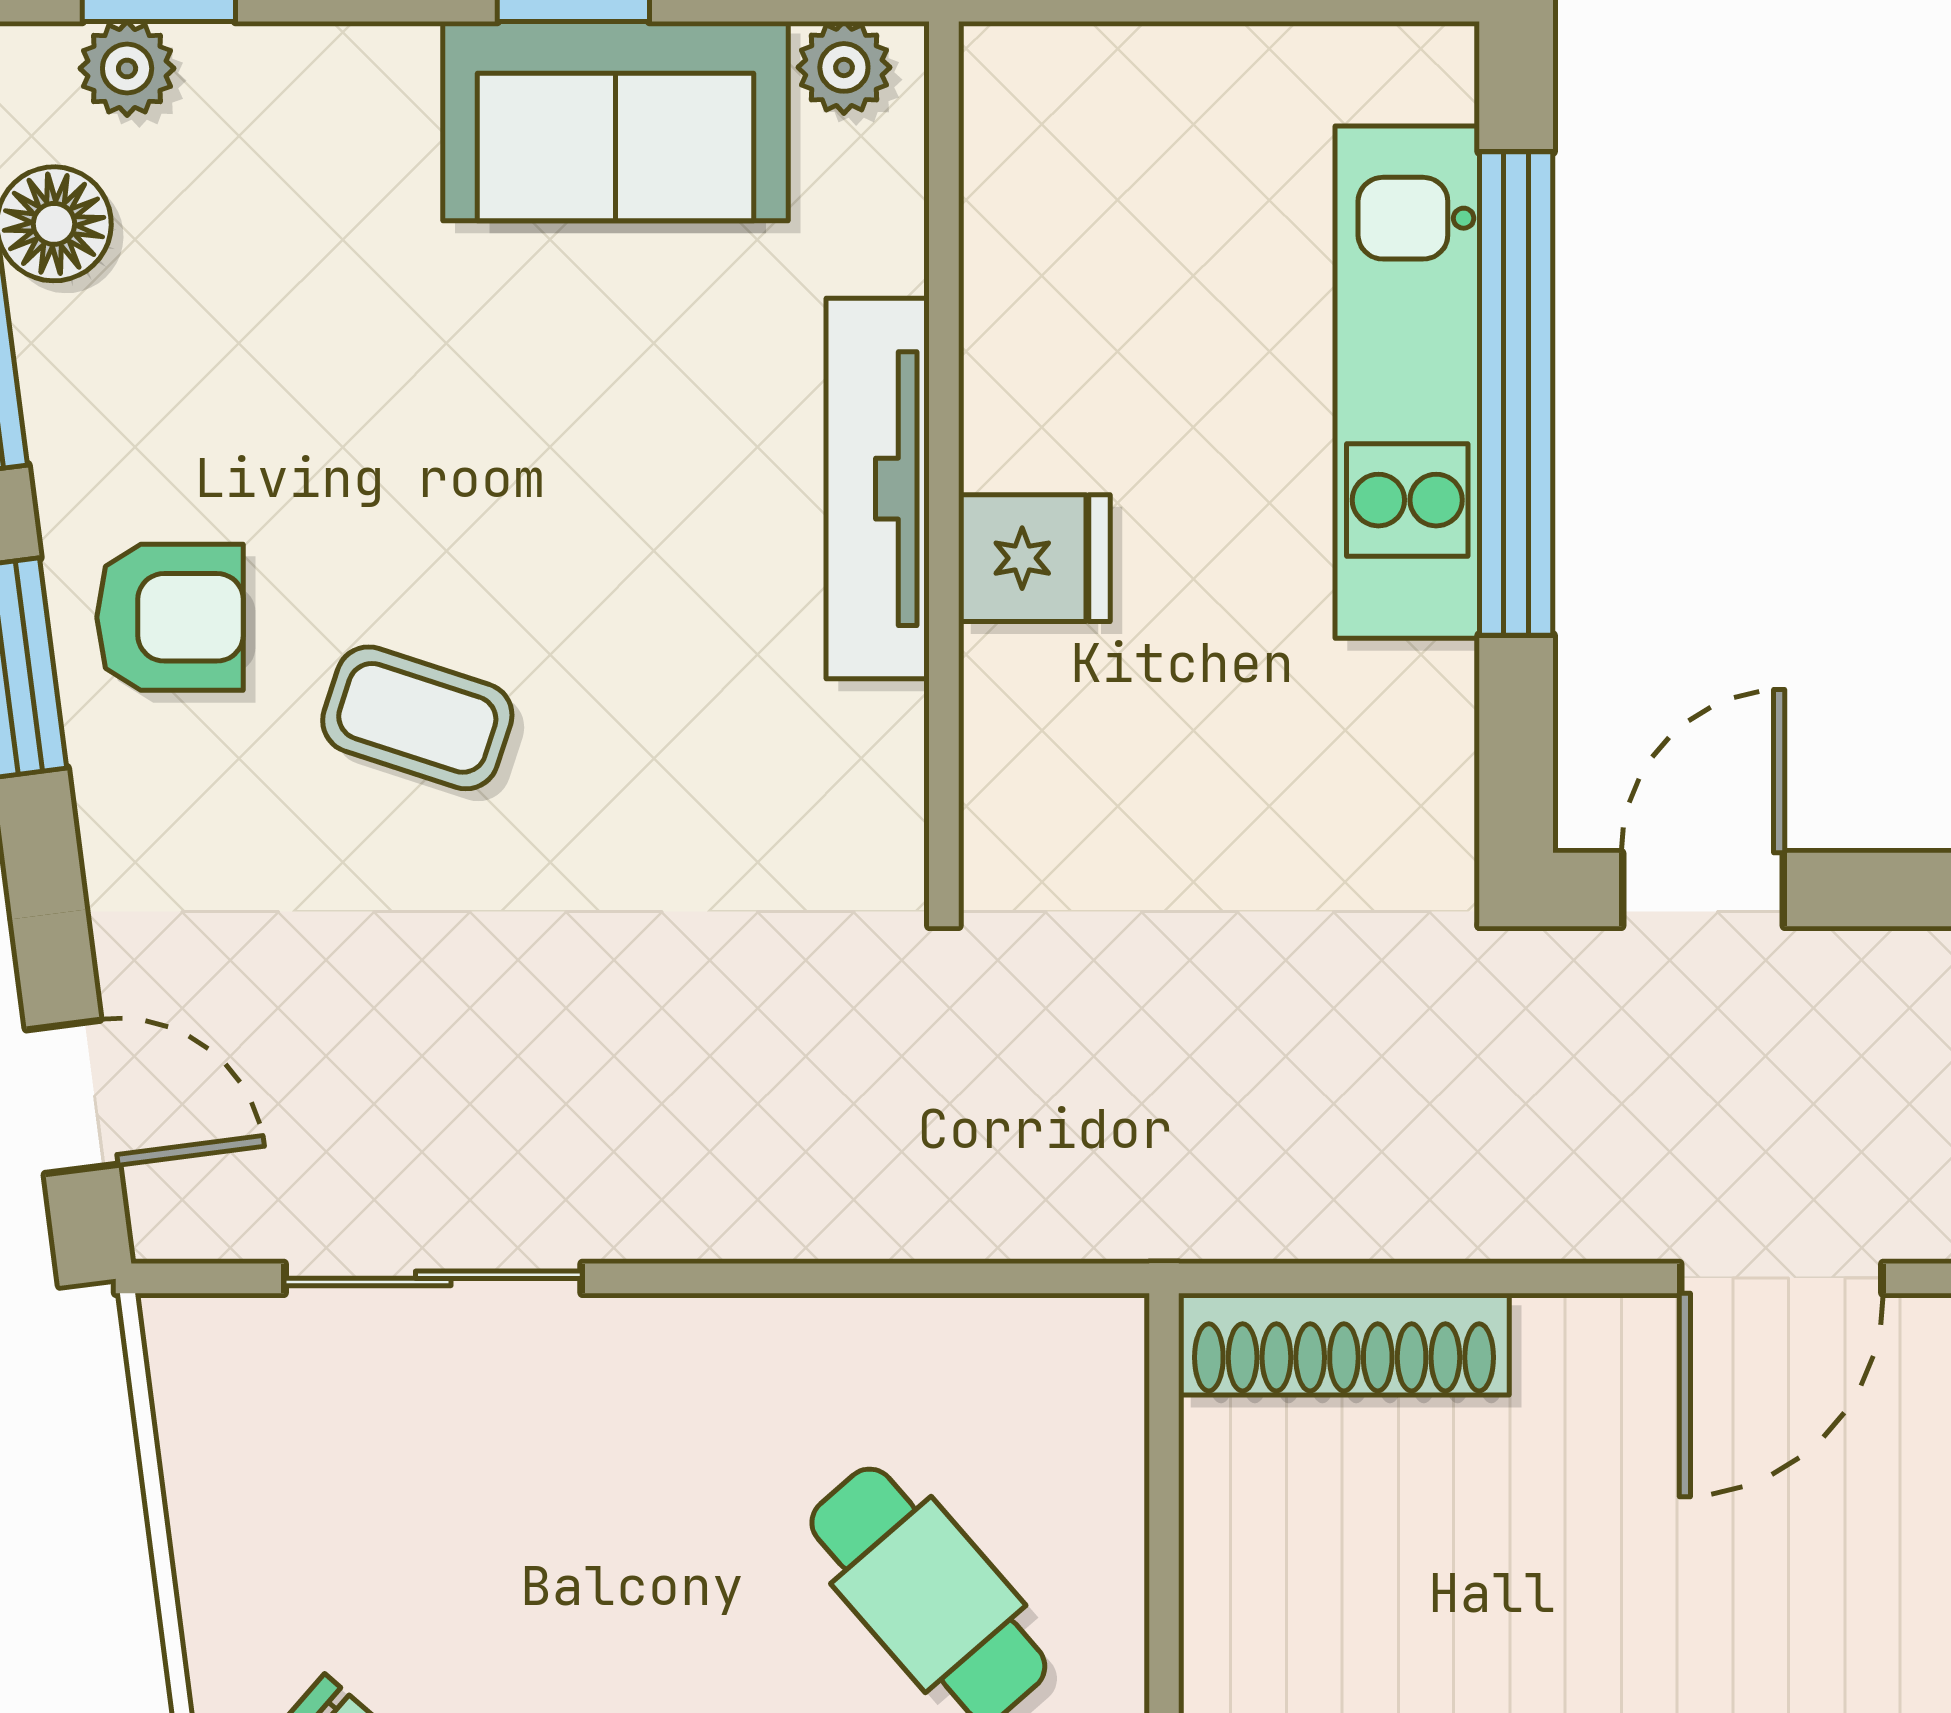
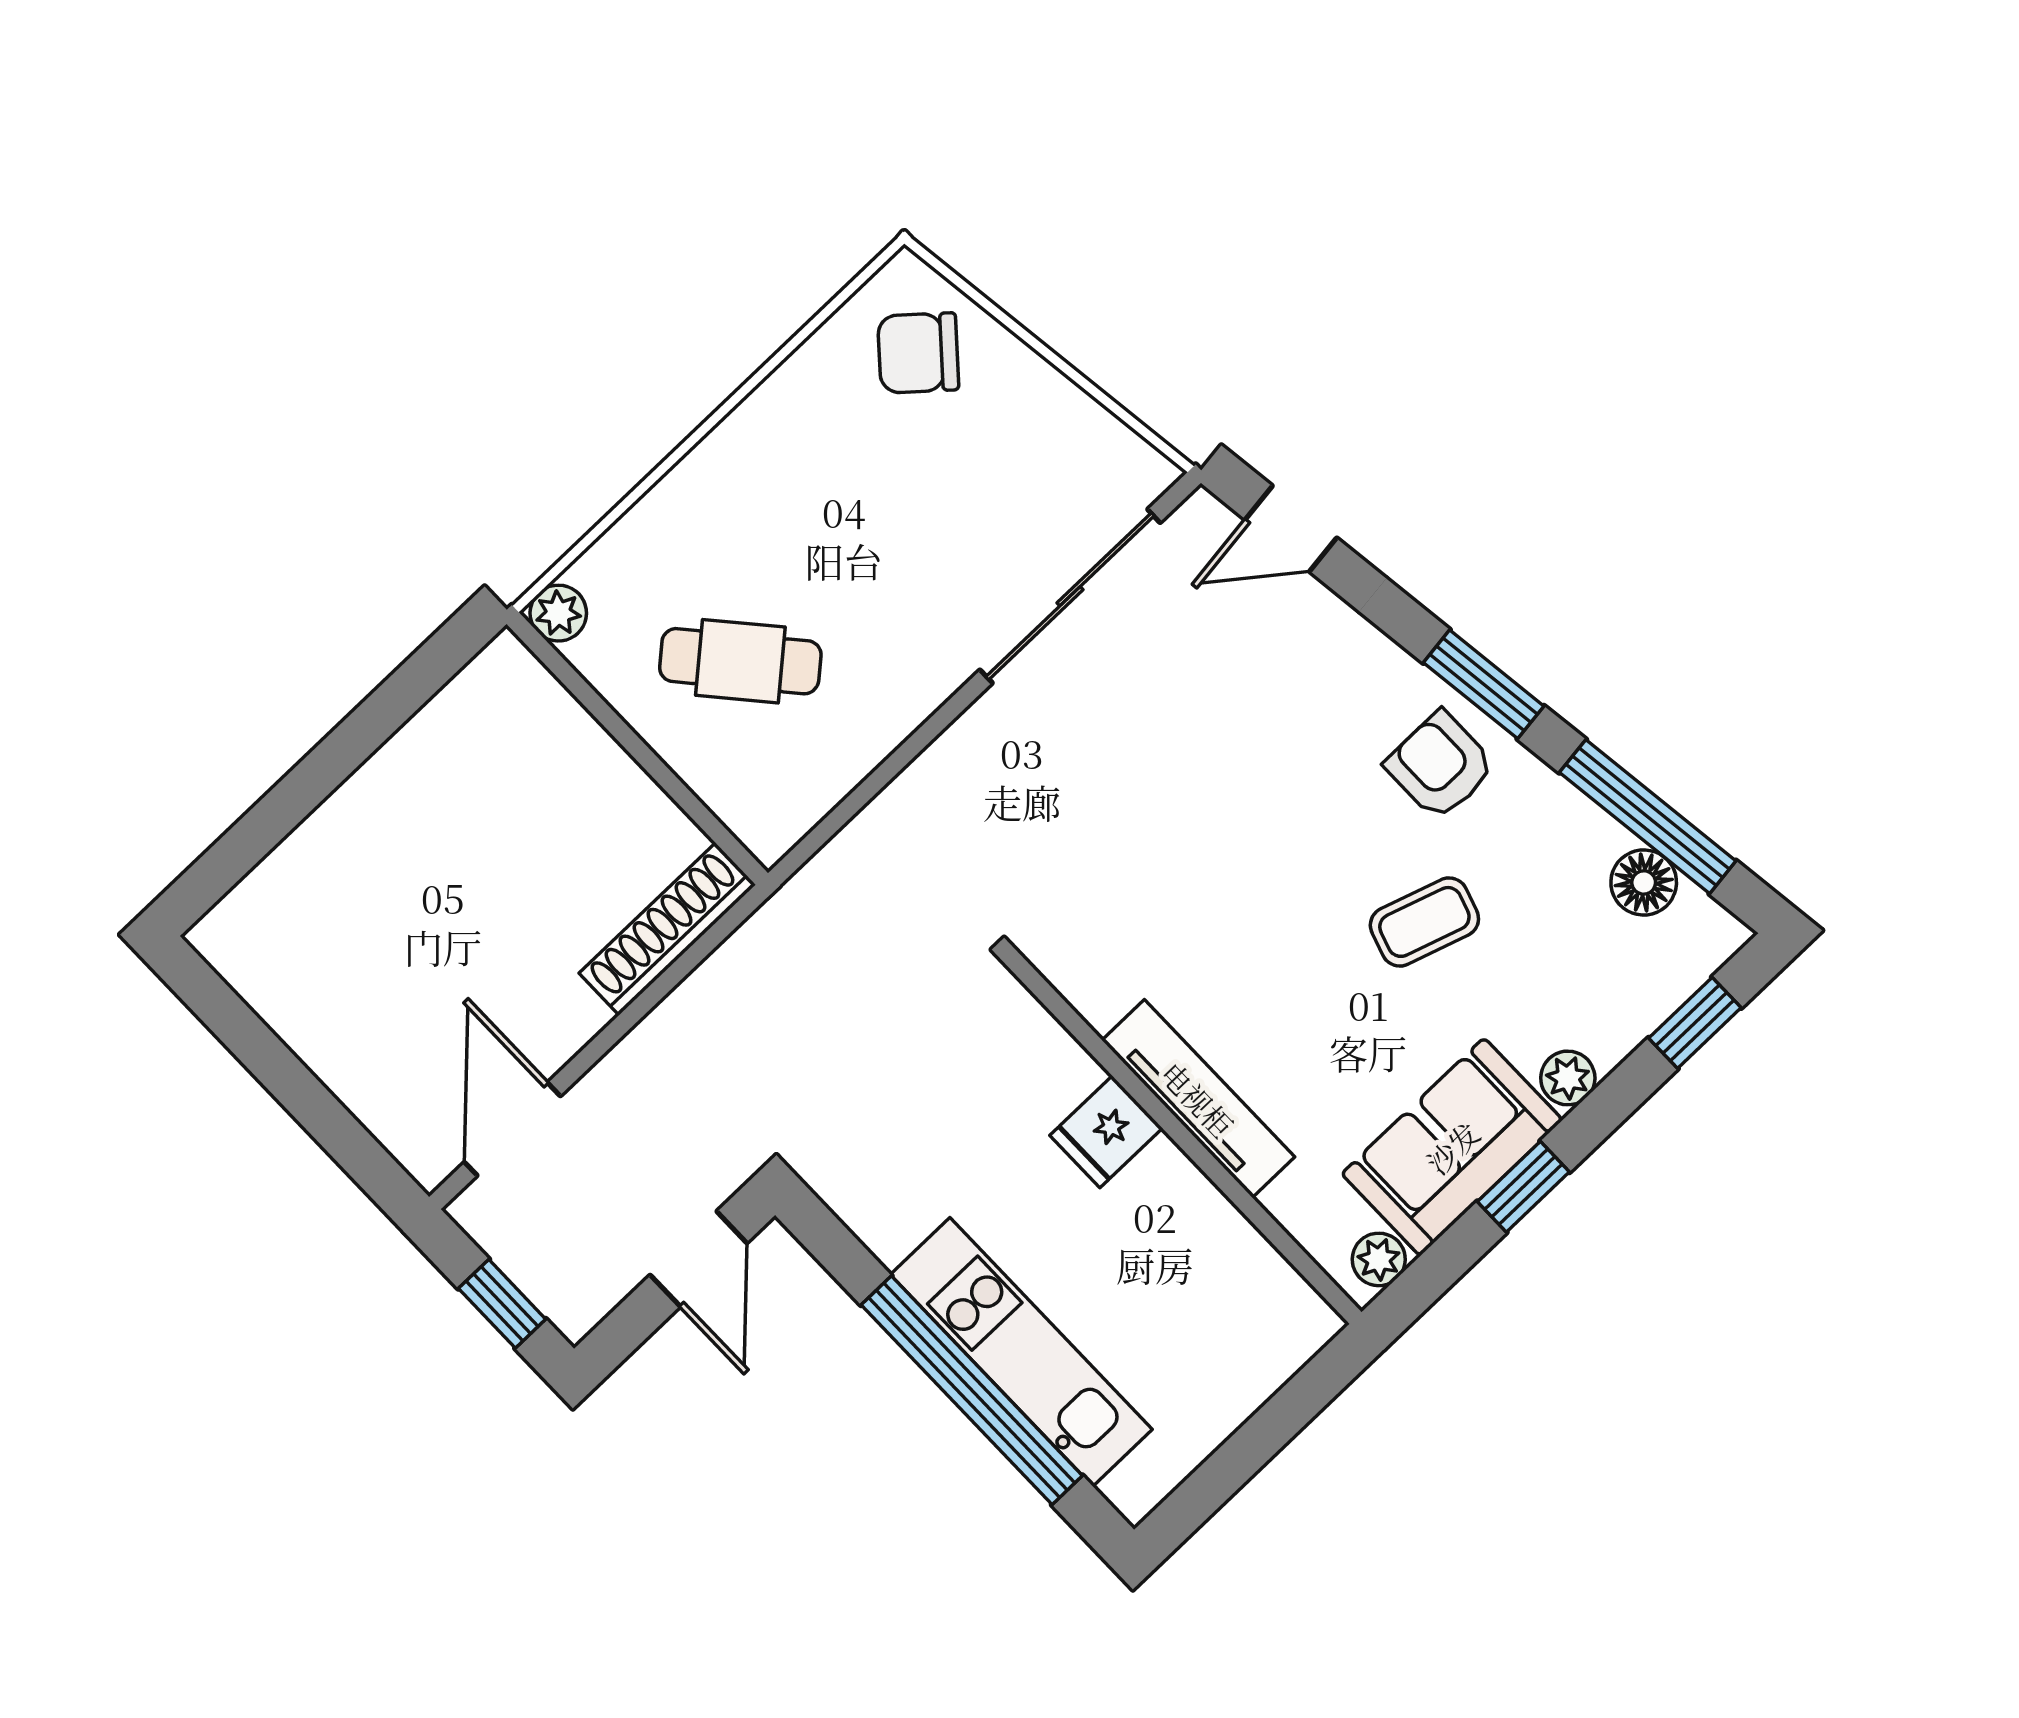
plant: (127, 68) -> (1568, 1078), moved
armchair: (170, 617) -> (1440, 766), turned 90
coffee table: (417, 718) -> (1424, 922), moved
sliding door: (433, 1278) -> (1070, 596), width x1.37

